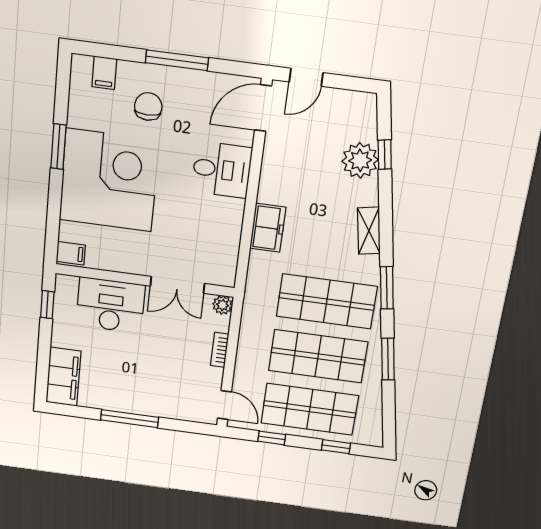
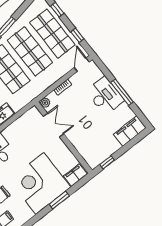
window: (58, 147) -> (59, 200), moved
filing cabinet: (71, 253) -> (75, 175), width x2.00
desk: (111, 305) -> (105, 96), moved, turned 180

